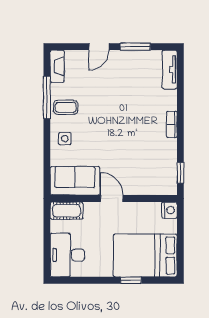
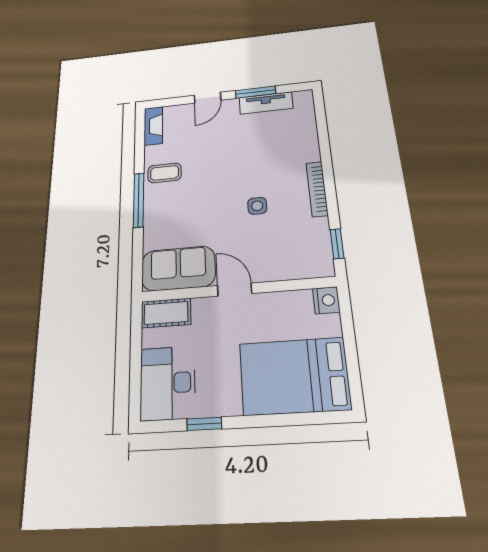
tv unit: (170, 69) -> (266, 103), moved, turned -90
window: (47, 97) -> (139, 200), moved
bookcase: (172, 124) -> (317, 189), width x1.56
side table: (65, 139) -> (257, 206), moved
window: (131, 280) -> (204, 424), moved

